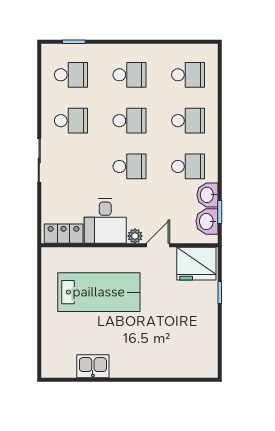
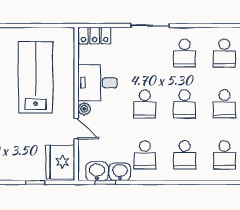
locker: (64, 234) -> (95, 36), moved, turned 90
lab bench: (99, 292) -> (36, 77), turned 180

